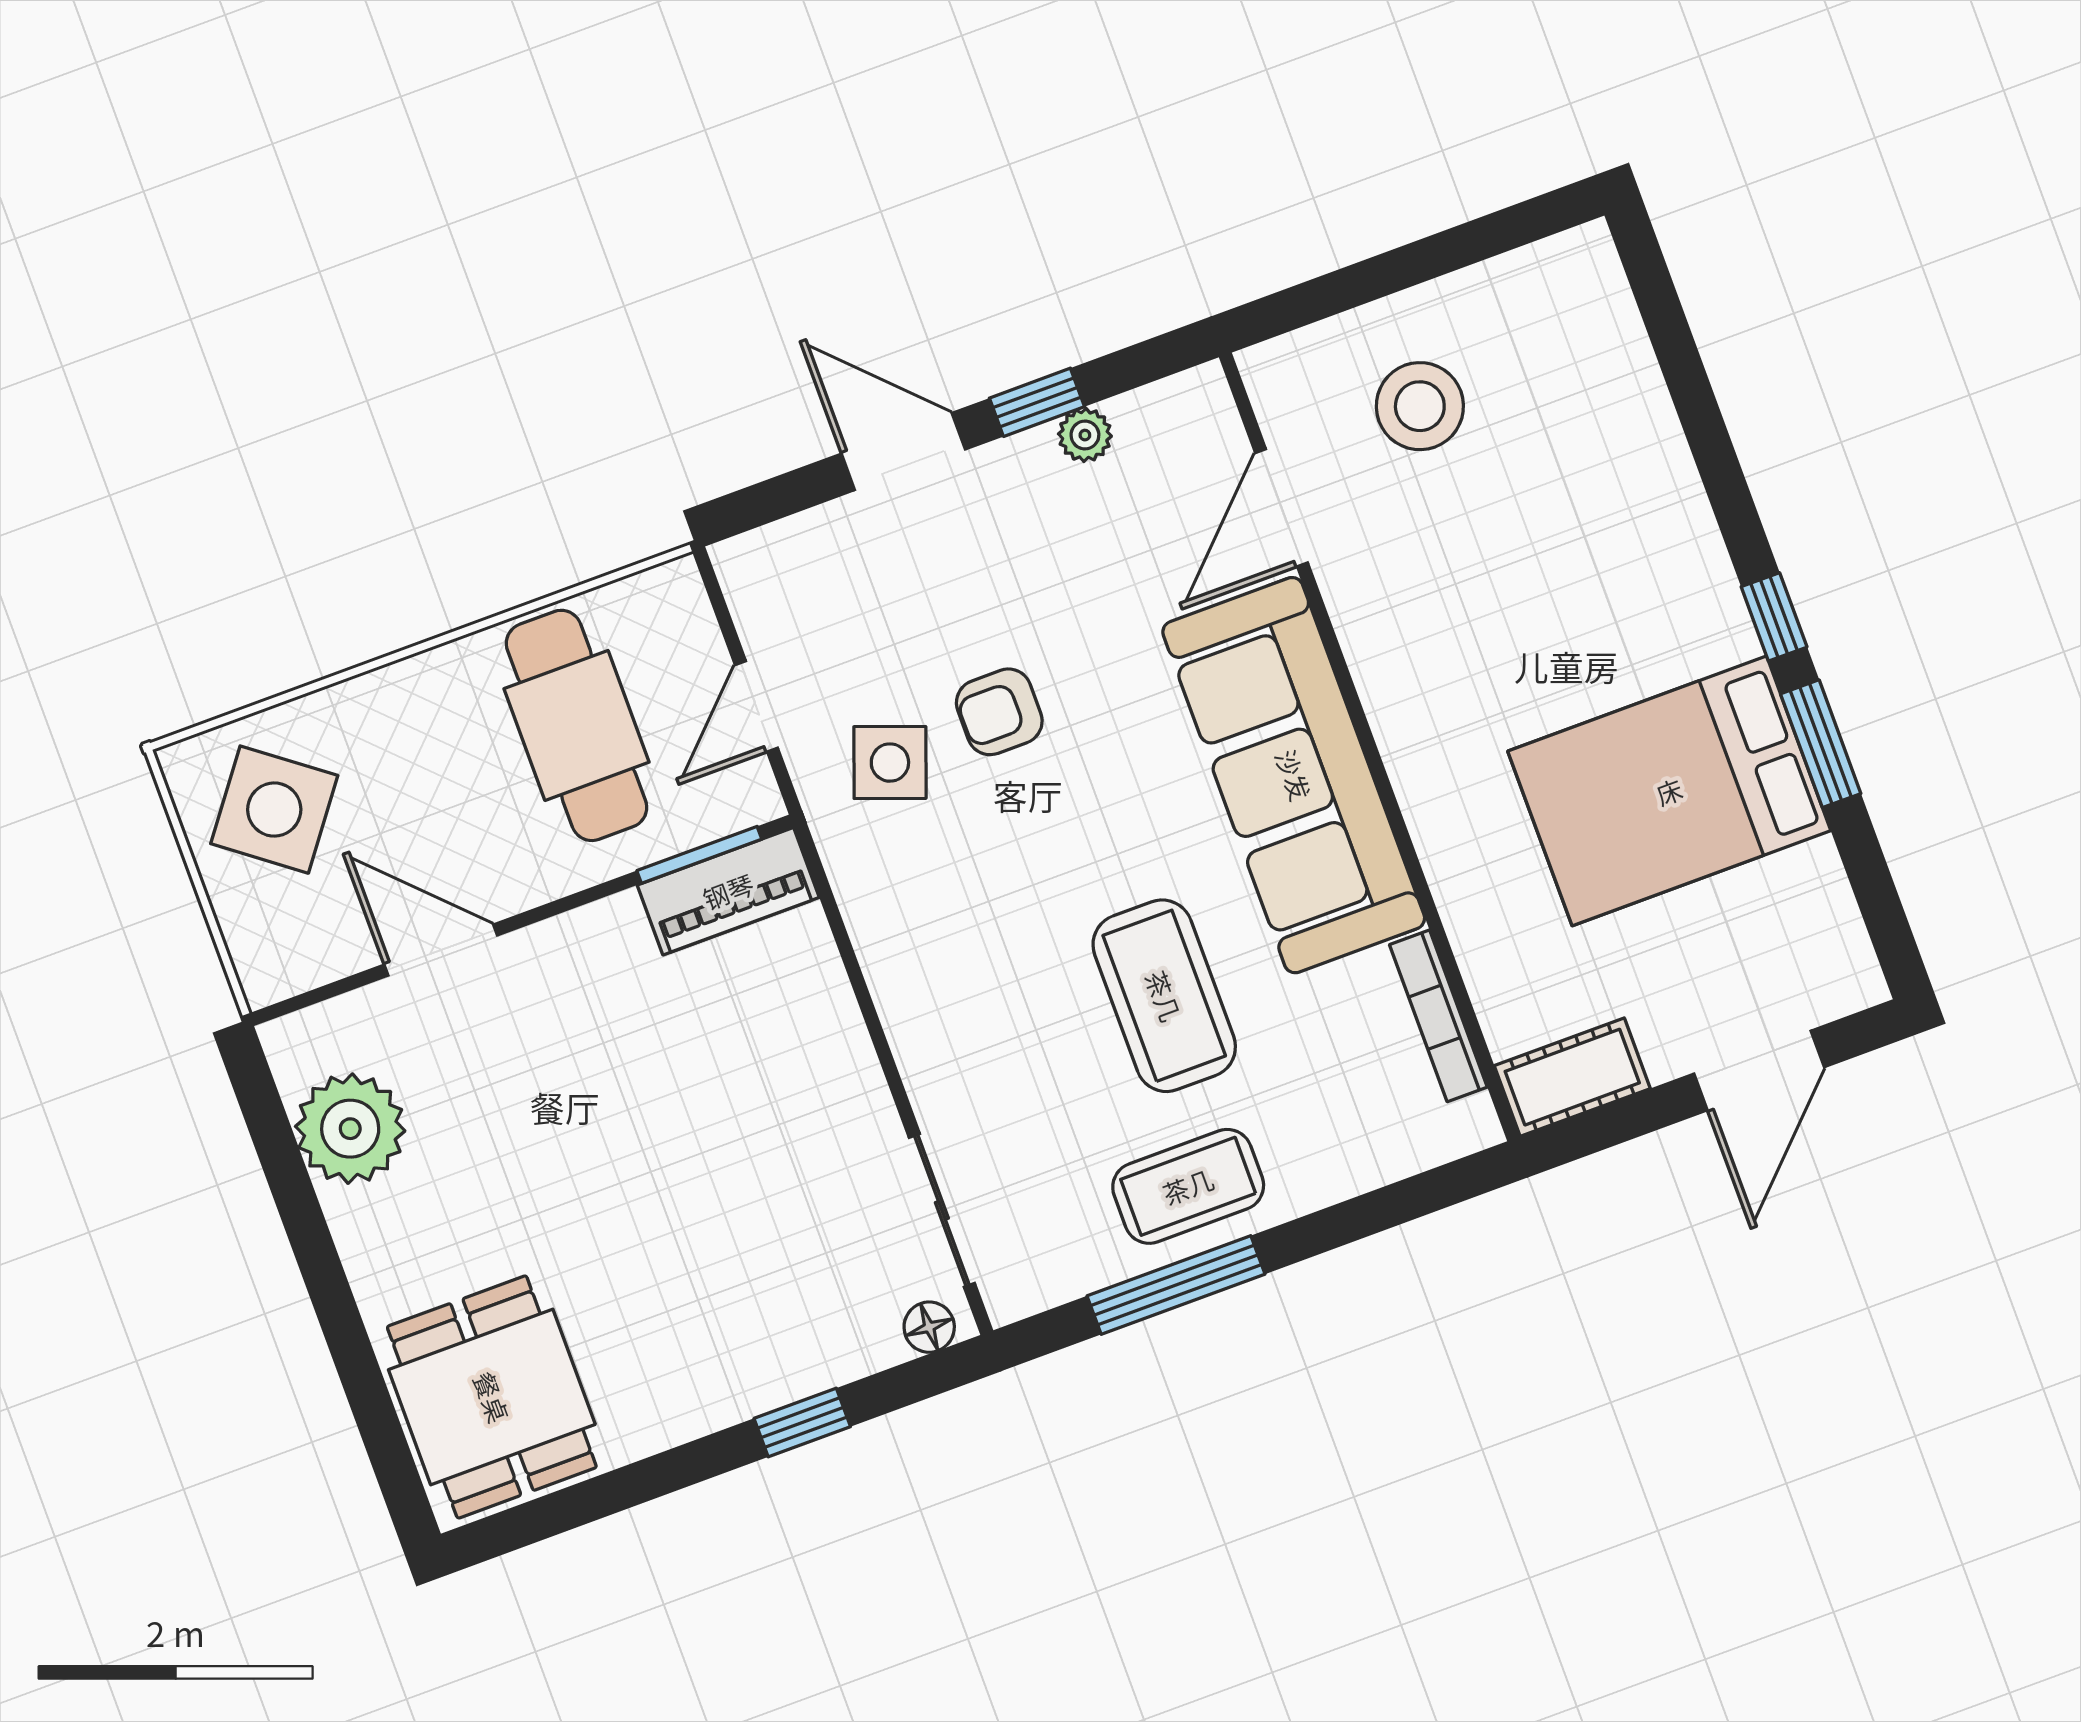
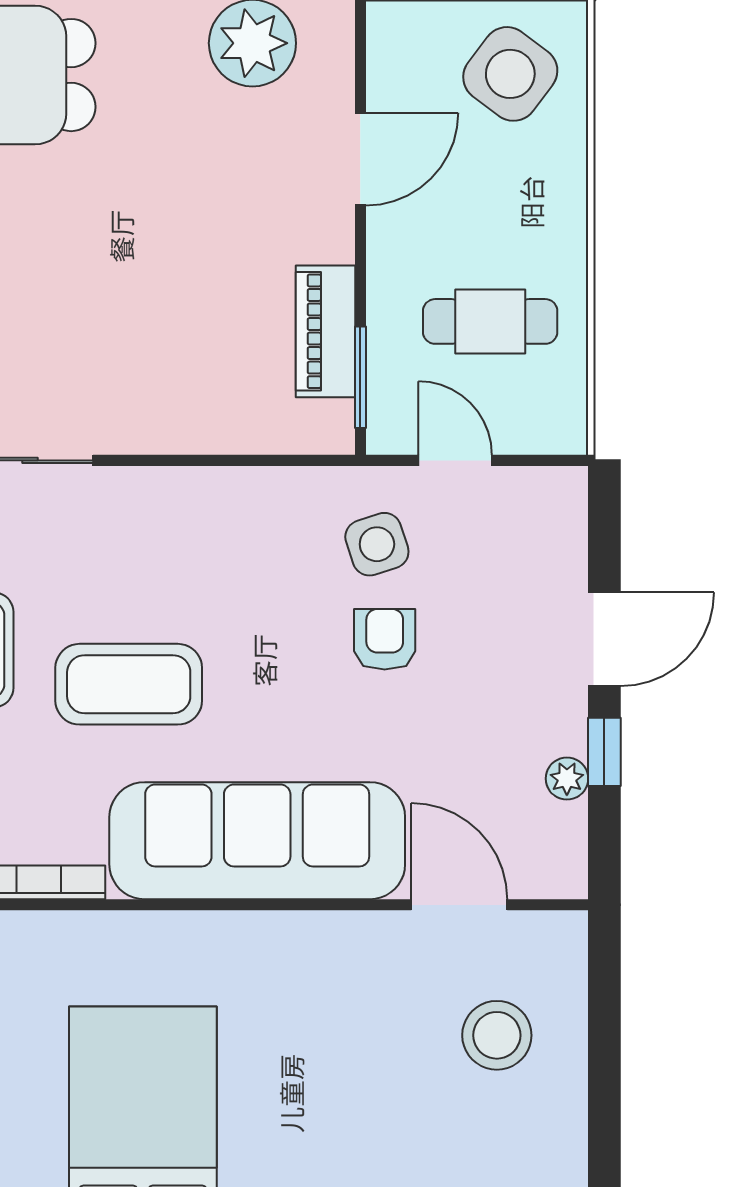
cafe table: (576, 725) -> (490, 321), width x0.73, depth x0.74
side table: (890, 763) -> (377, 544), turned -38
piano: (728, 891) -> (325, 331), moved

